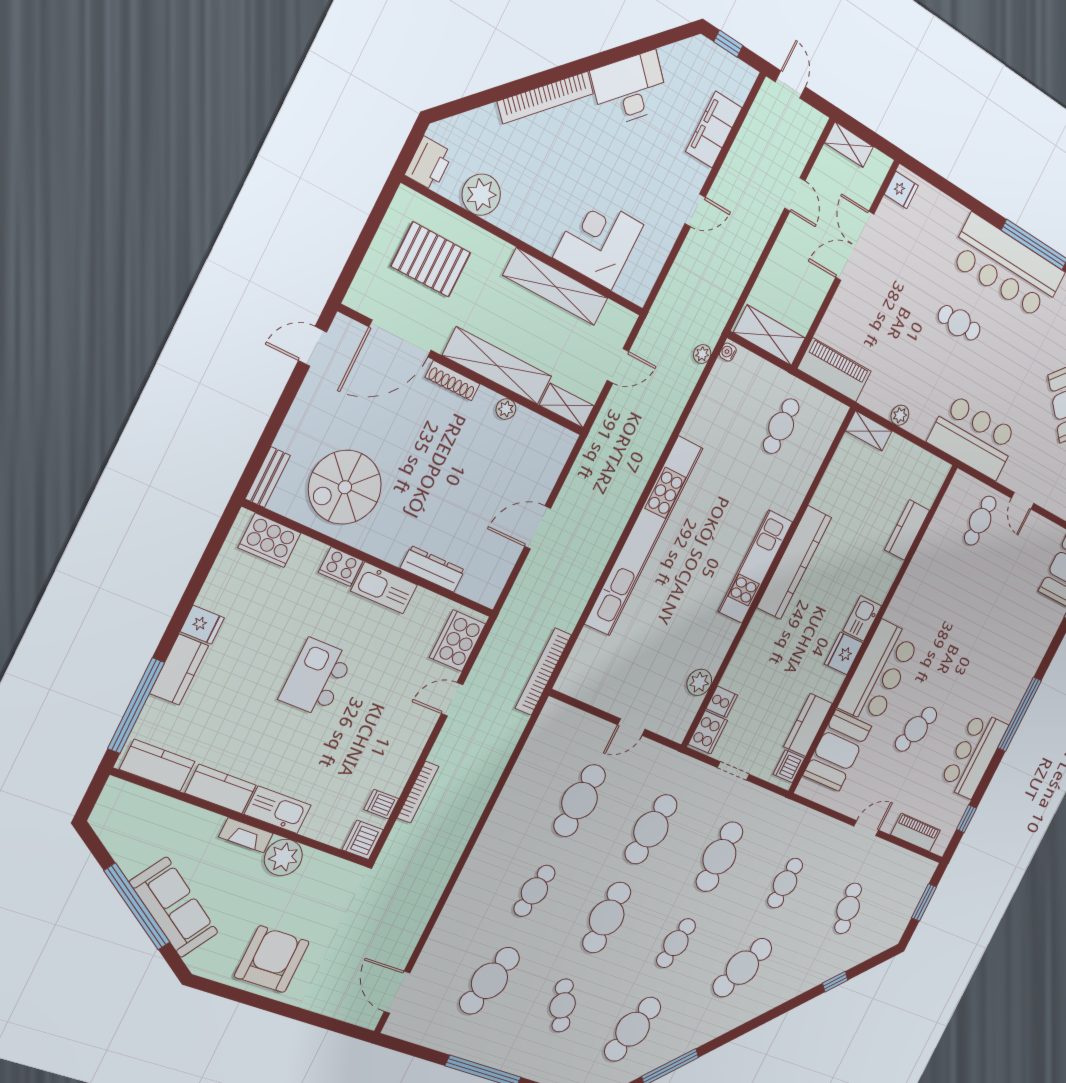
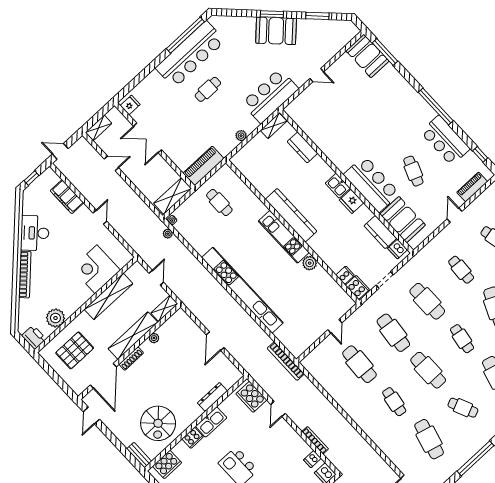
shelving: (869, 431) -> (274, 126), moved
cafe table: (980, 521) -> (316, 103), removed
plant: (699, 682) -> (310, 263), moved

